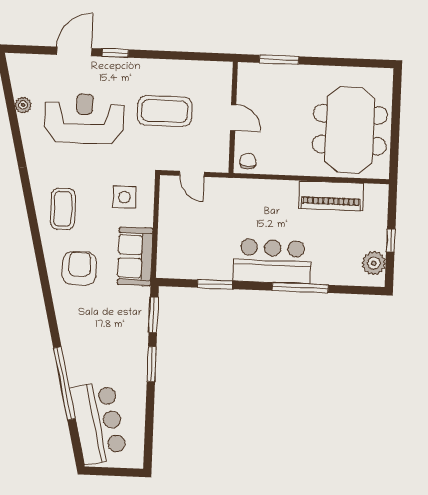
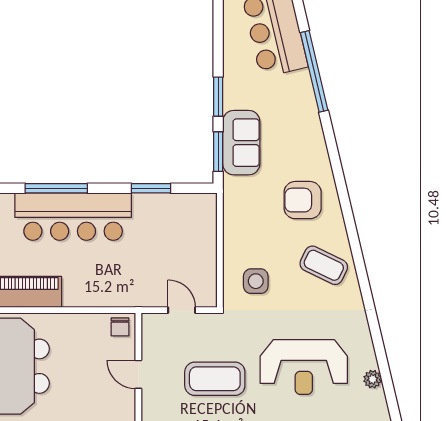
coffee table: (63, 209) -> (324, 265), turned -64
sofa: (135, 256) -> (241, 143), moved
bar counter: (272, 261) -> (73, 217), width x1.36
armchair: (79, 268) -> (303, 200), turned 90

